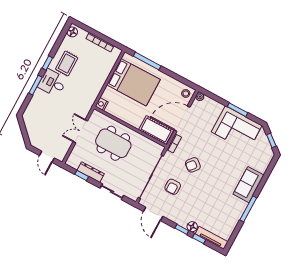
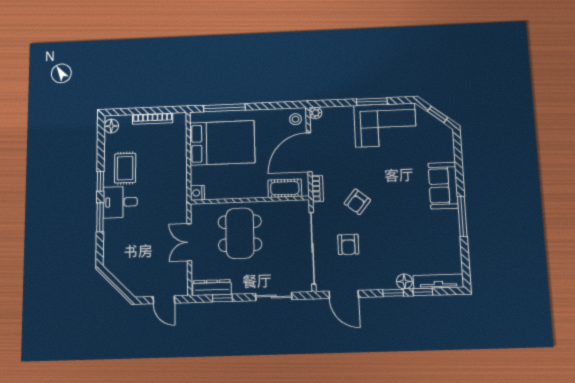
cot: (156, 130) -> (285, 188), width x0.73, depth x0.75
dining table: (113, 143) -> (240, 233), turned 90
dresser: (91, 172) -> (212, 288), moved

